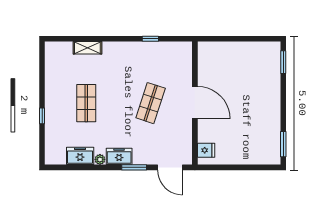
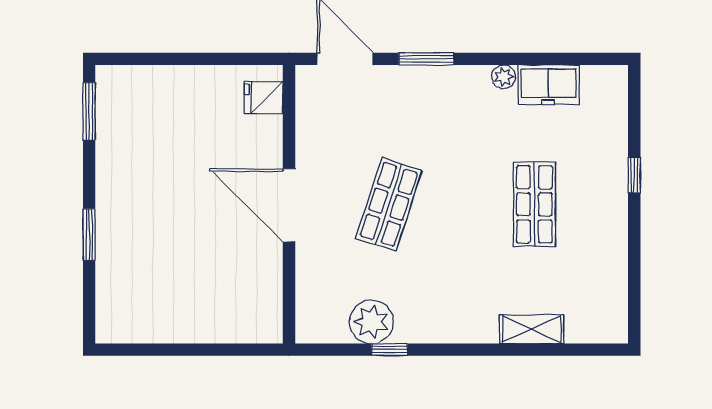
plant: (158, 51) -> (371, 322), added
window: (283, 62) -> (89, 234), moved
freezer: (119, 156) -> (460, 84), removed

